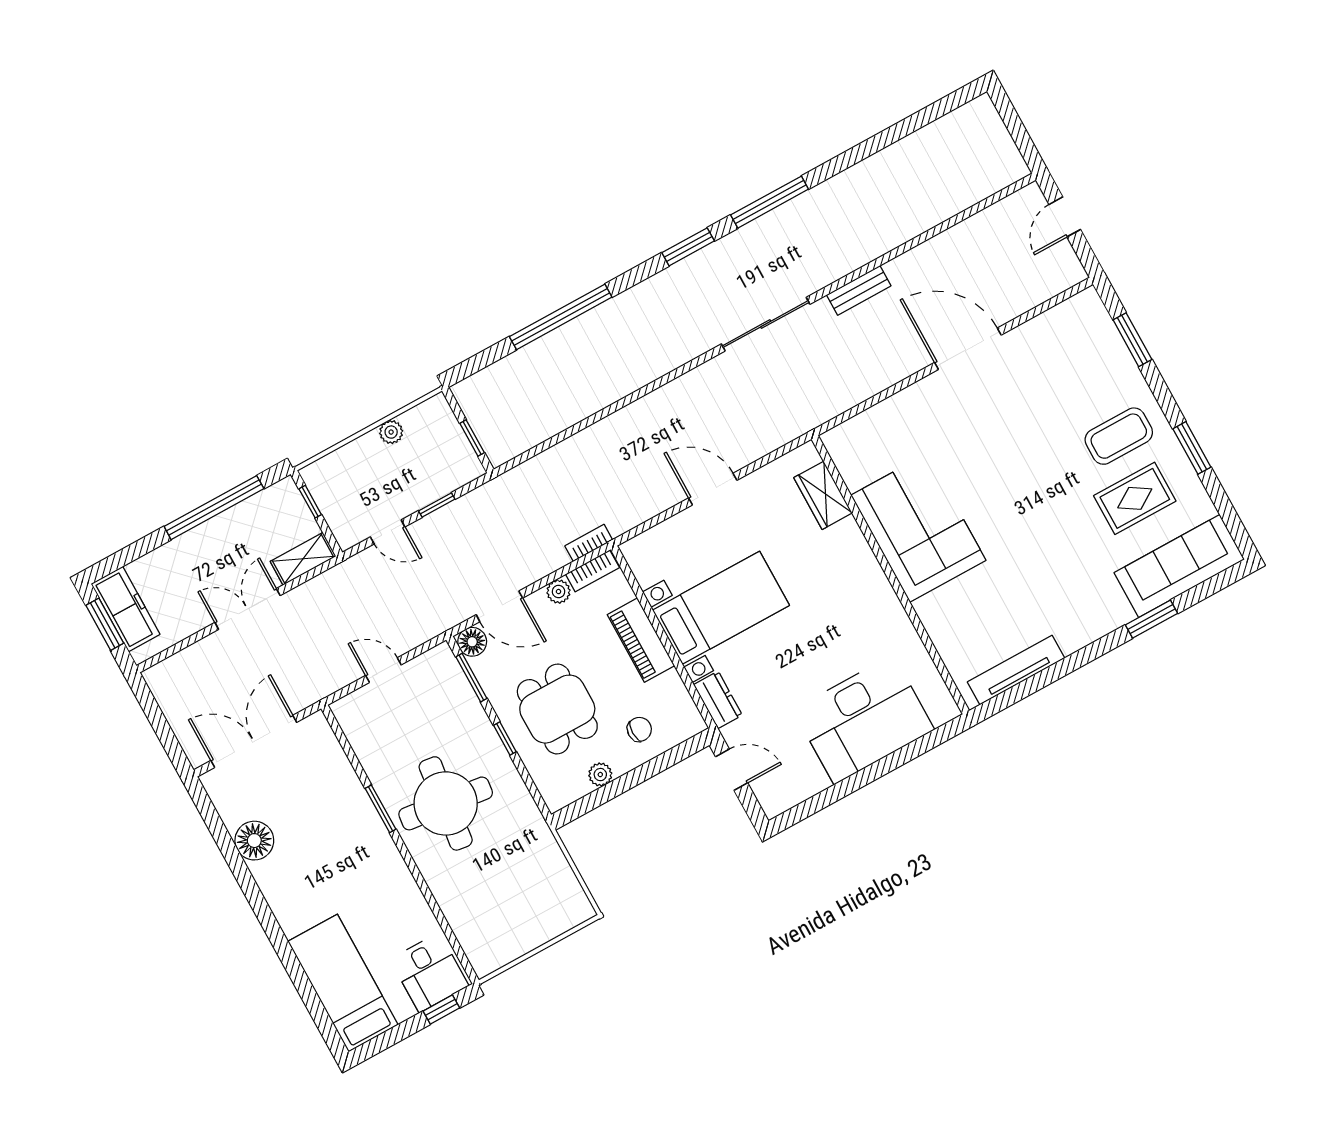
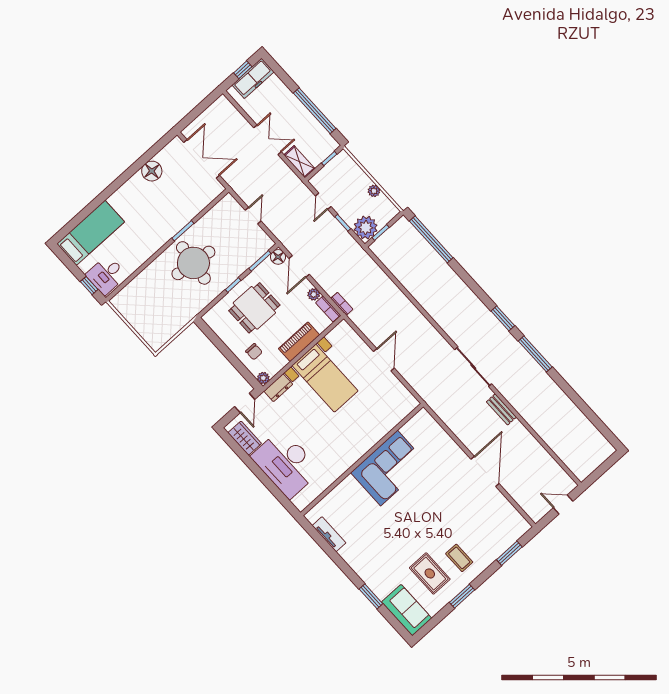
window: (561, 317) -> (431, 239), moved
coffee table: (1119, 436) -> (459, 558), width x0.73, depth x0.77
plant: (456, 464) -> (366, 228), added
wardrobe: (823, 495) -> (245, 438), moved, turned 90
sofa: (1179, 566) -> (407, 610), width x0.73
window: (105, 624) -> (243, 70), width x0.67
tv unit: (1016, 670) -> (329, 534), width x0.71
plant: (600, 775) -> (263, 378), moved

